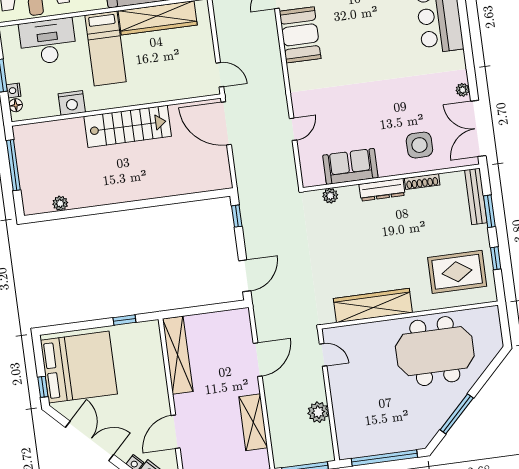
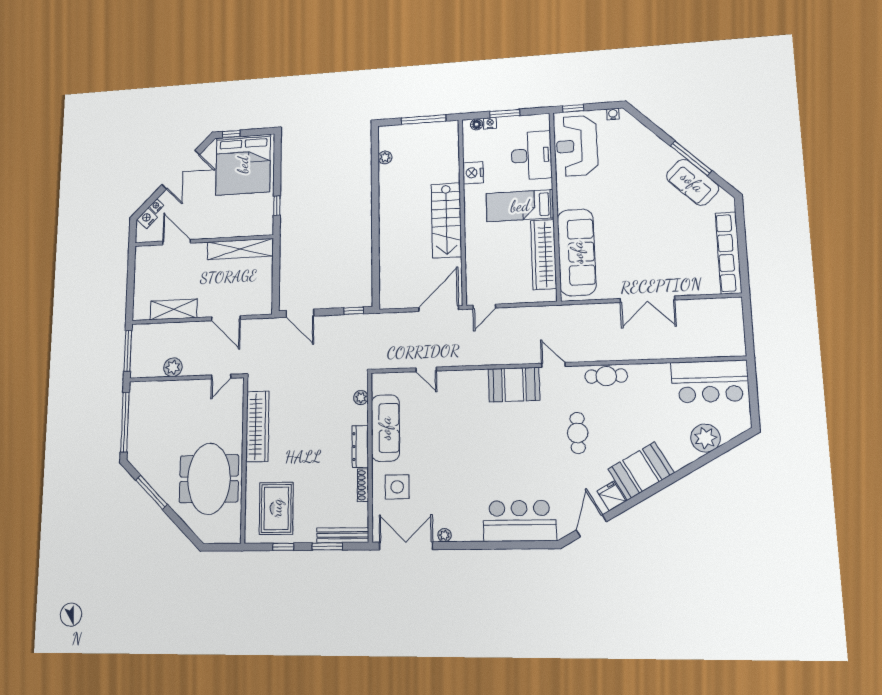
sofa: (350, 166) -> (385, 428), width x1.36

